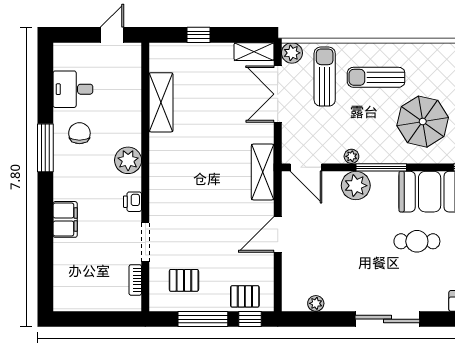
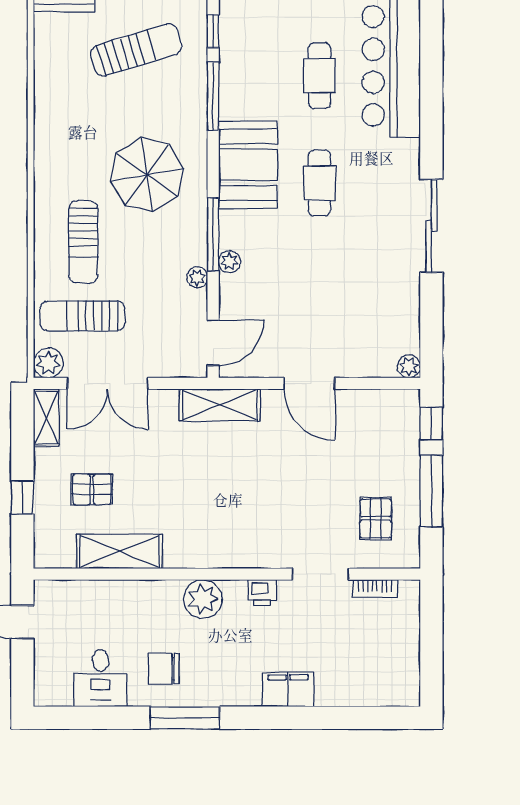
plant: (356, 186) -> (230, 262), width x0.53, depth x0.53
pallet: (245, 296) -> (92, 489), moved, turned 90
plant: (316, 303) -> (409, 366), moved

